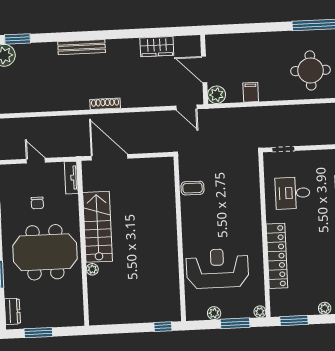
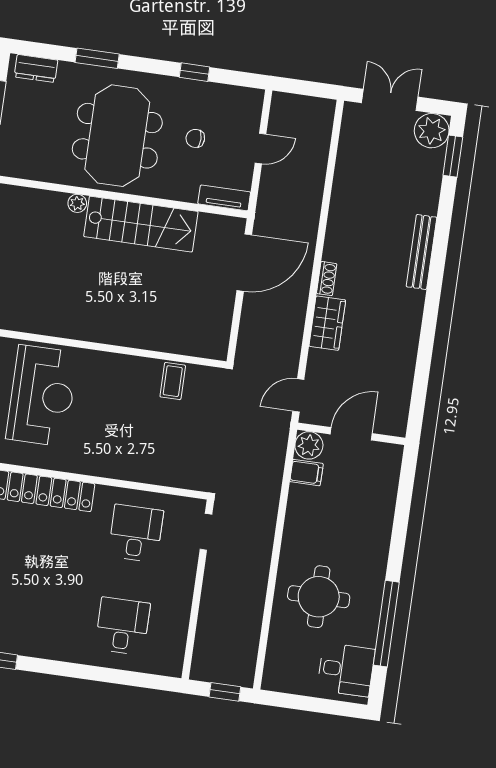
wardrobe: (157, 47) -> (327, 323), moved, turned 180
filing cabinet: (251, 92) -> (306, 473), moved
shoe rack: (105, 104) -> (327, 279), width x0.70

